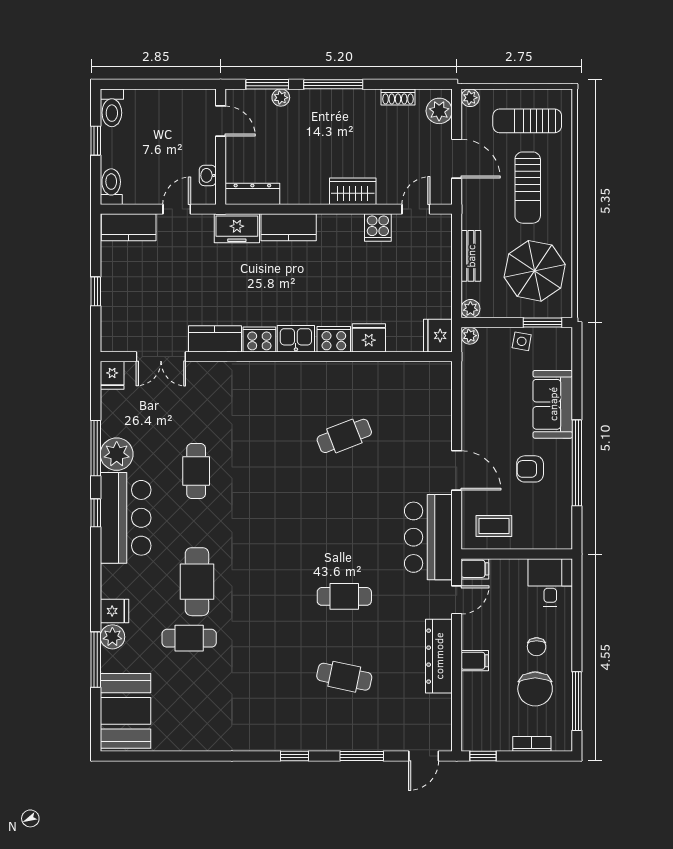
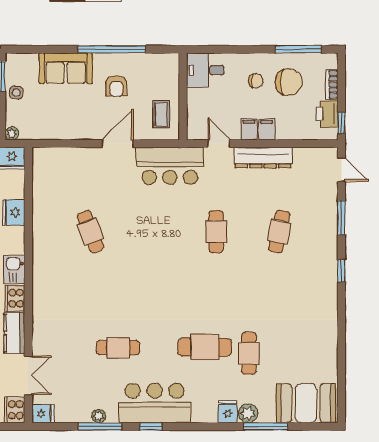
cooker: (334, 339) -> (15, 410), moved
plant: (117, 454) -> (99, 416), width x0.53, depth x0.53
filing cabinet: (475, 569) -> (249, 129), moved
printer: (494, 738) -> (327, 114), added

